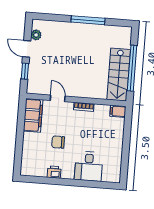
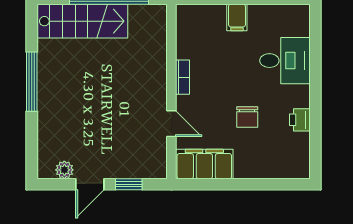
stairs: (119, 75) -> (82, 21), moved
door: (58, 98) -> (171, 124), swing flipped
filing cabinet: (118, 111) -> (237, 17), moved

